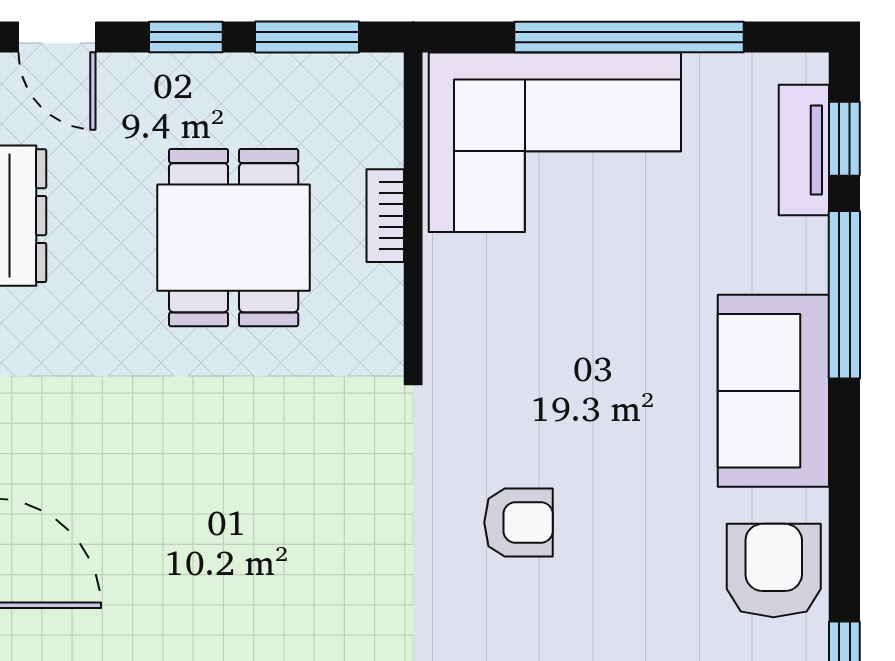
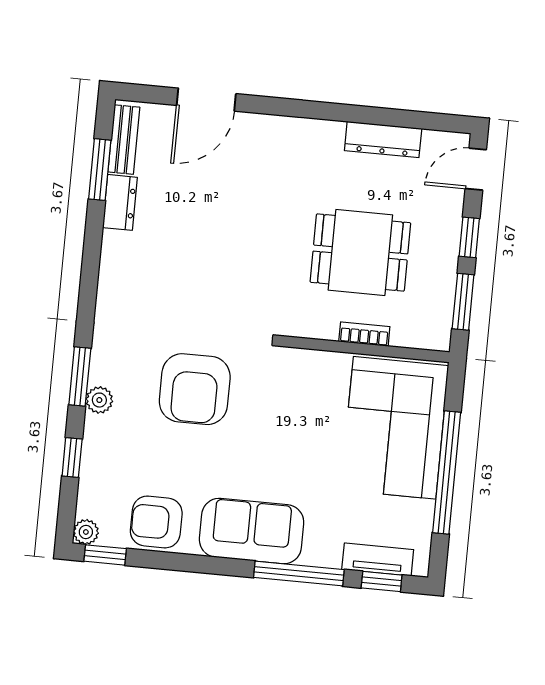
armchair: (519, 523) -> (195, 389), width x1.88, depth x1.88
armchair: (774, 571) -> (156, 522), turned 180

